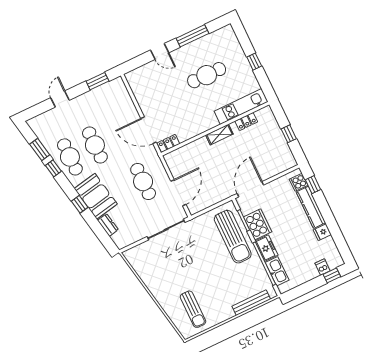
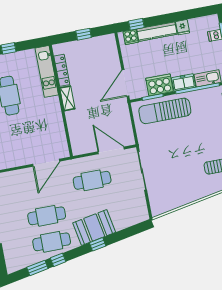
locker: (246, 121) -> (62, 70), width x1.53
locker: (168, 143) -> (63, 148), removed
door: (250, 189) -> (125, 83), hinge flipped
dresser: (108, 225) -> (124, 223), removed
sun lounger: (233, 237) -> (165, 111), turned 180

